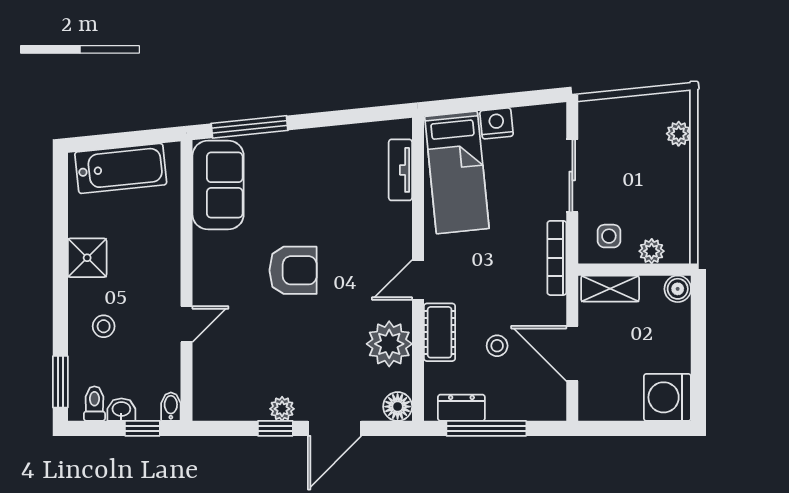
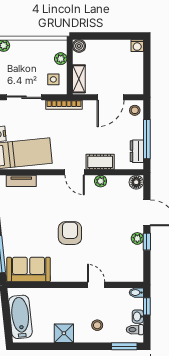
plant: (389, 344) -> (101, 181), width x0.53, depth x0.53
stool: (497, 346) -> (135, 110), moved
washing machine: (667, 397) -> (137, 46), width x0.53, depth x0.53

